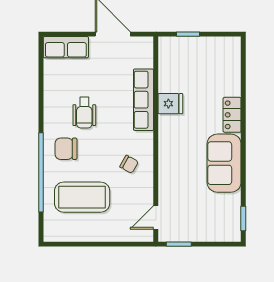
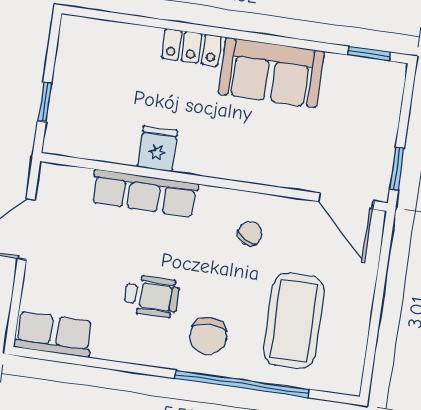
row of seats: (66, 47) -> (54, 334), moved, turned -90
door: (156, 217) -> (346, 201), width x1.37

